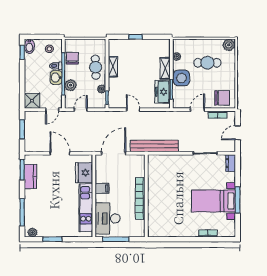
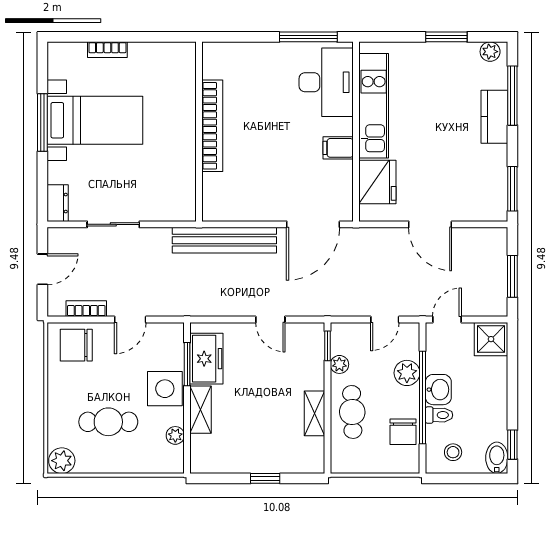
kitchen counter: (30, 176) -> (494, 117), moved
wall: (146, 196) -> (199, 132), moved
bookcase: (140, 198) -> (212, 126), moved

